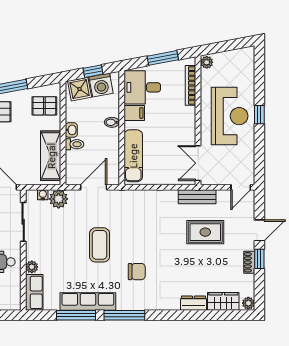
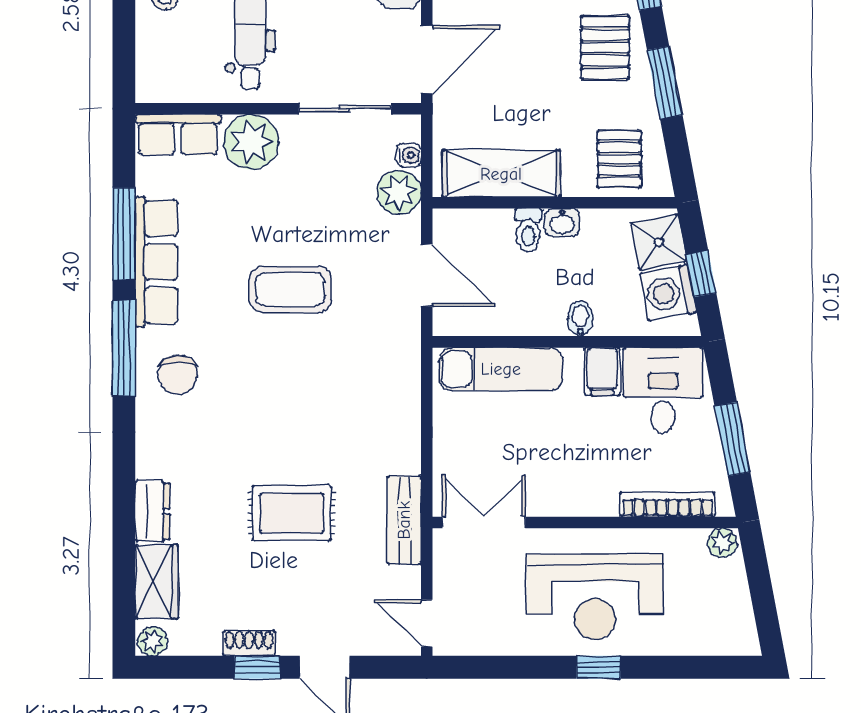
rug: (205, 232) -> (292, 513), moved, turned 90
plant: (32, 267) -> (251, 142), width x1.88, depth x1.88
chair: (137, 272) -> (178, 375), moved

